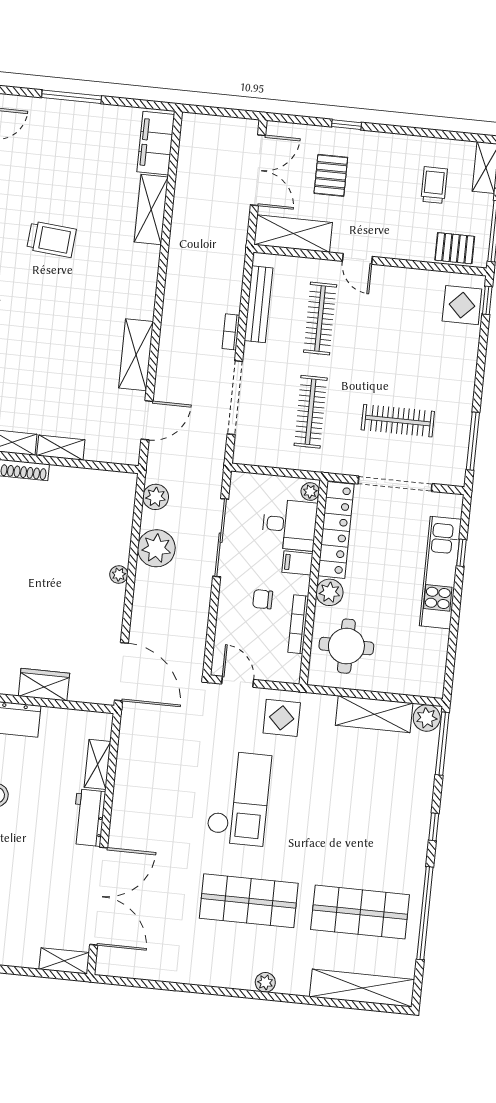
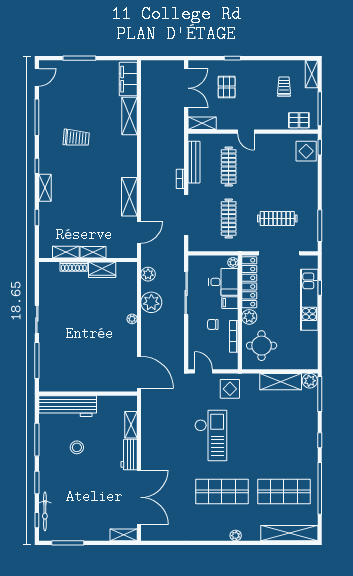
shelving: (293, 234) -> (202, 123), width x0.67, depth x0.75
wardrobe: (44, 685) -> (102, 270), moved, turned 180

